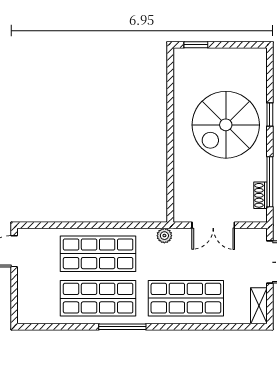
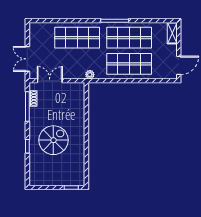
spiral stairs: (226, 125) -> (53, 140), width x0.73, depth x0.73
double door: (213, 225) -> (50, 81), moved
shelving: (259, 306) -> (172, 33), moved

